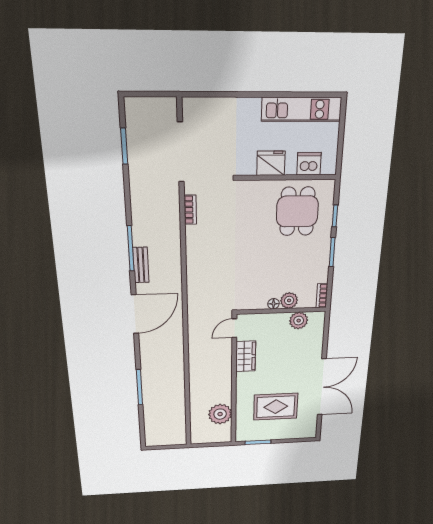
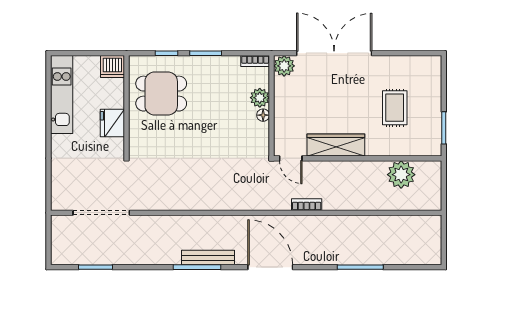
dishwasher: (309, 164) -> (112, 66), moved, turned -90
bookcase: (190, 210) -> (307, 205), moved
bench: (141, 265) -> (208, 258), width x1.36
plant: (299, 321) -> (284, 66), moved
wardrobe: (246, 356) -> (336, 145), width x1.50
double door: (322, 387) -> (334, 53), moved
rug: (276, 407) -> (395, 108), width x0.73, depth x0.70

